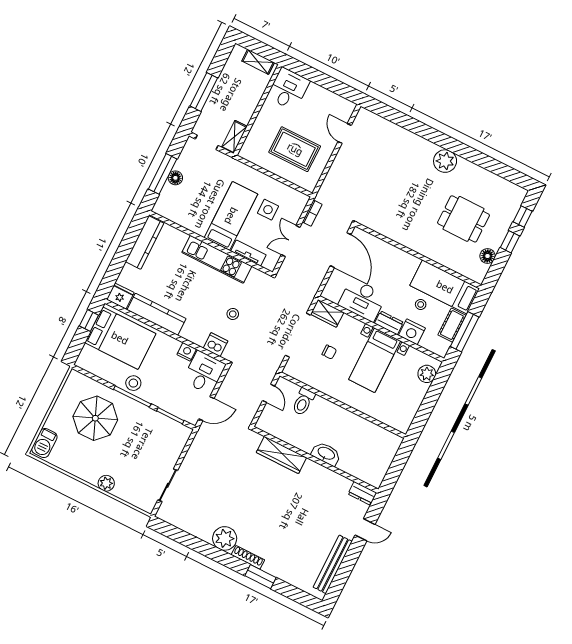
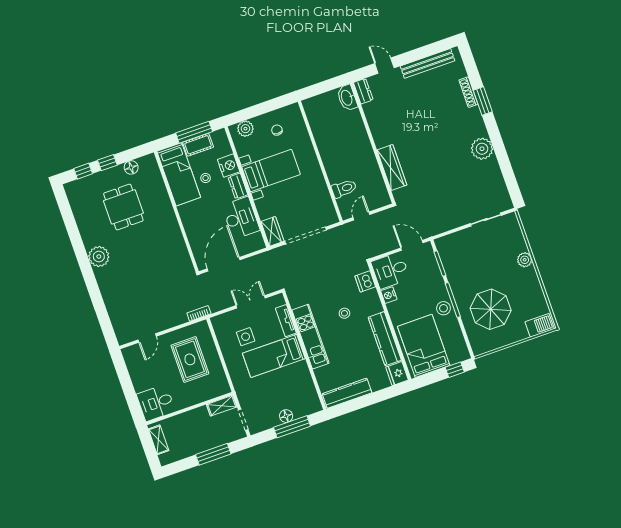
bookcase: (312, 213) -> (199, 313), moved
double door: (291, 241) -> (251, 302), swing flipped
stool: (233, 314) -> (344, 313), moved
window: (89, 320) -> (455, 370), moved
chair: (329, 352) -> (277, 130), moved
washbasin: (326, 454) -> (347, 98), moved
shoe rack: (248, 557) -> (468, 92), moved

